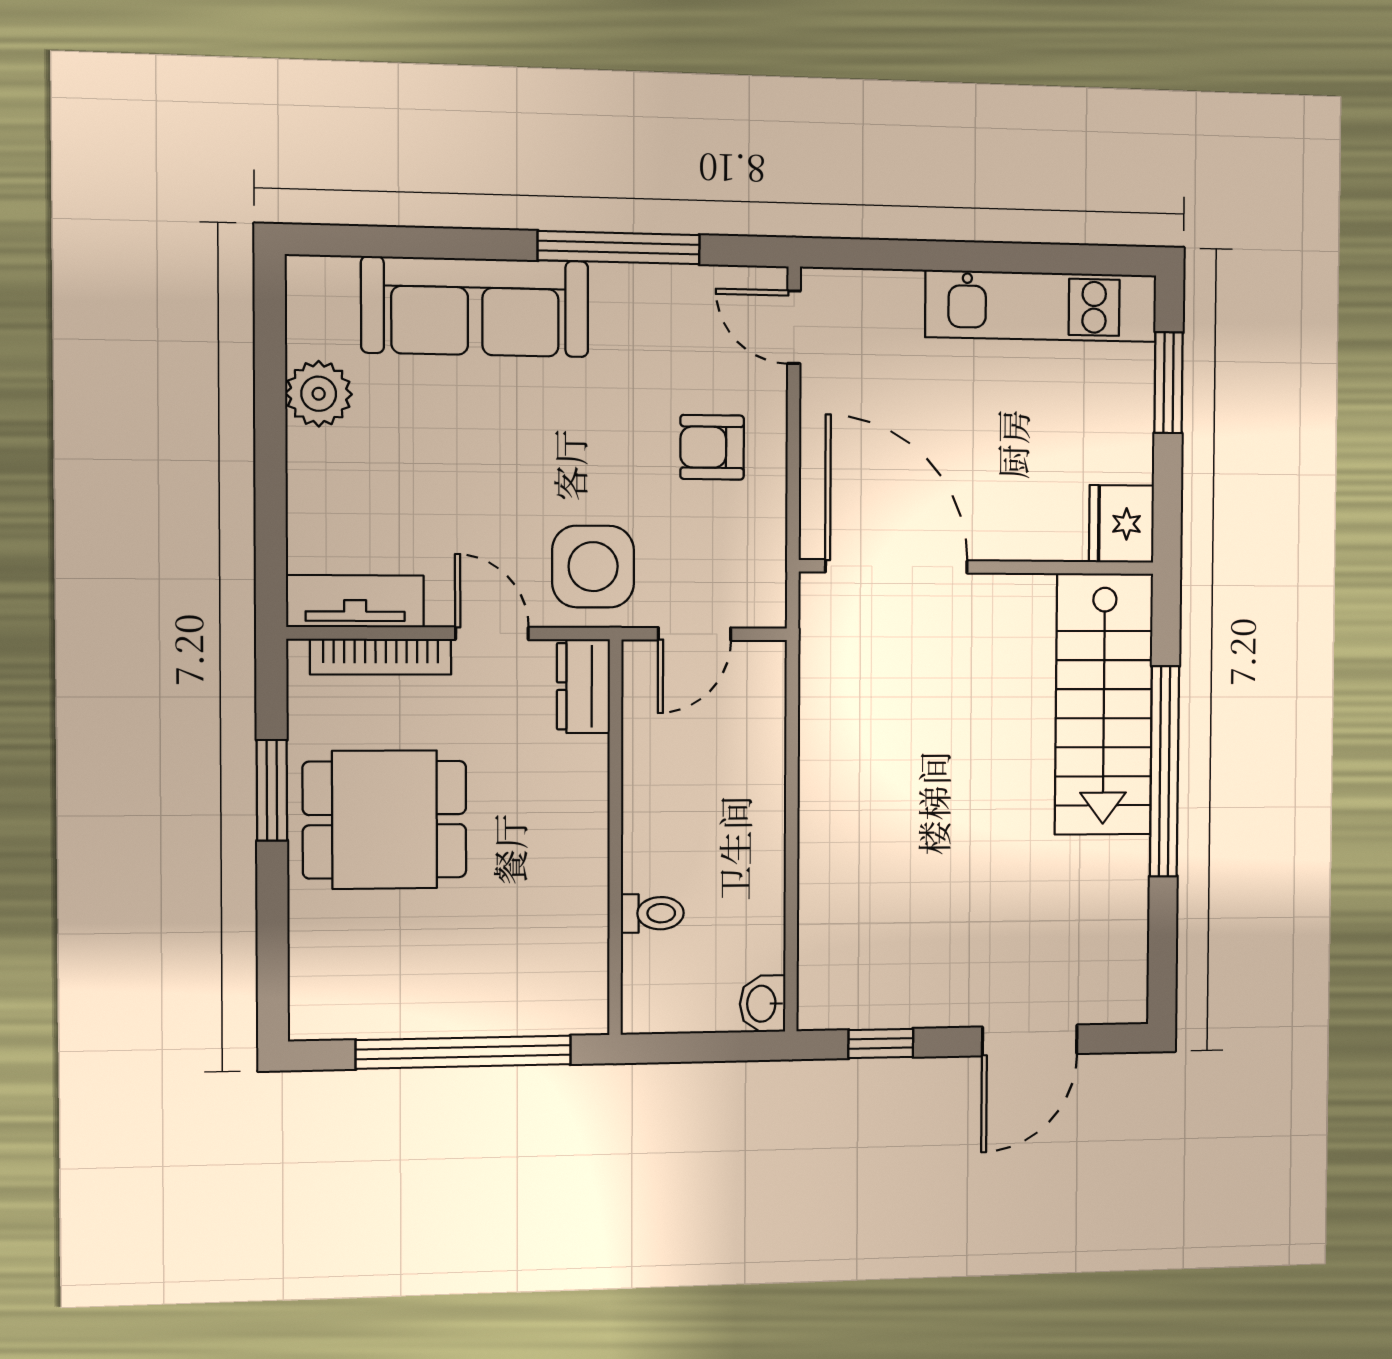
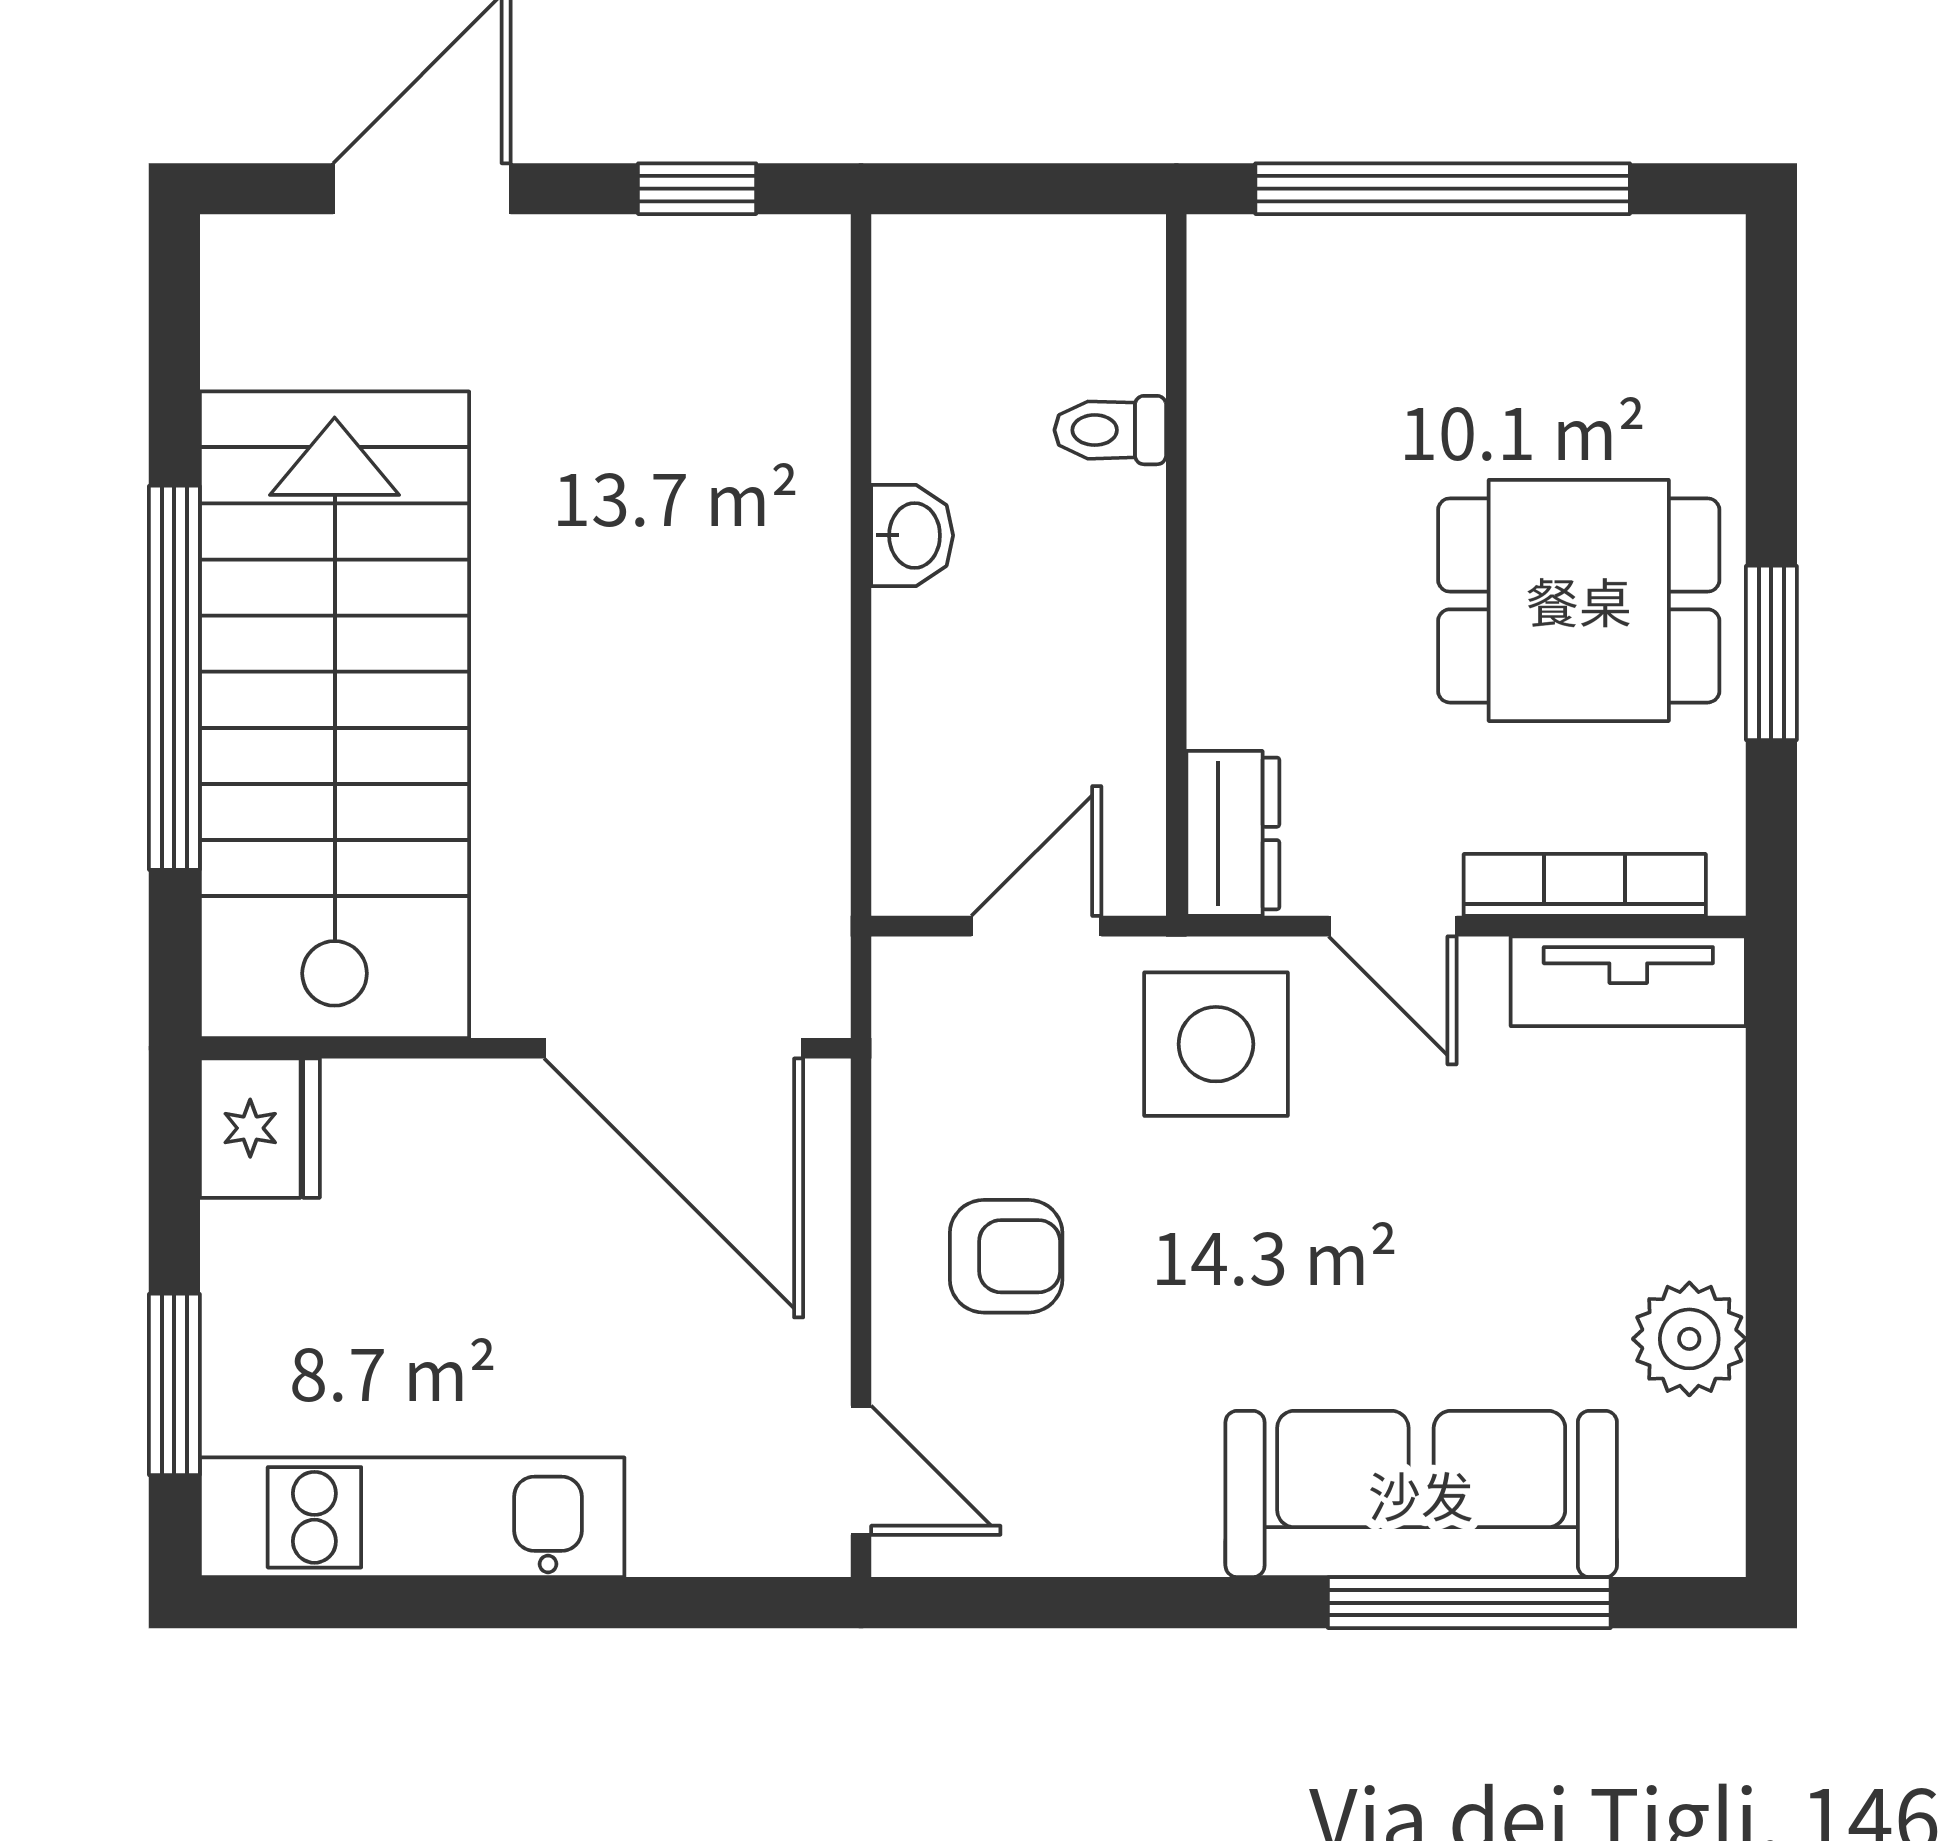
window: (619, 248) -> (1469, 1603), moved
stairs: (1104, 704) -> (335, 715), width x1.36, depth x1.51
washbasin: (763, 1004) -> (912, 535), moved

